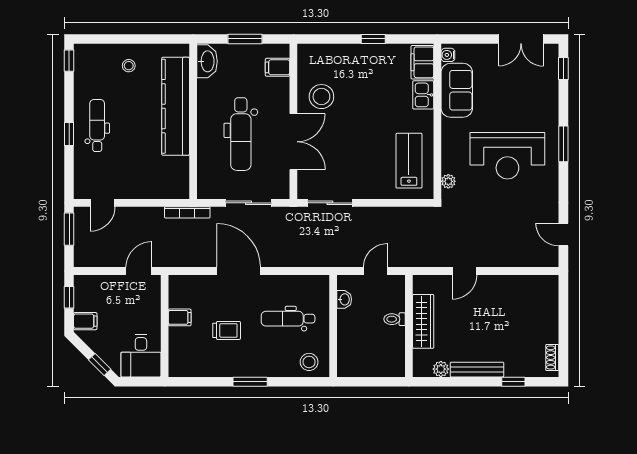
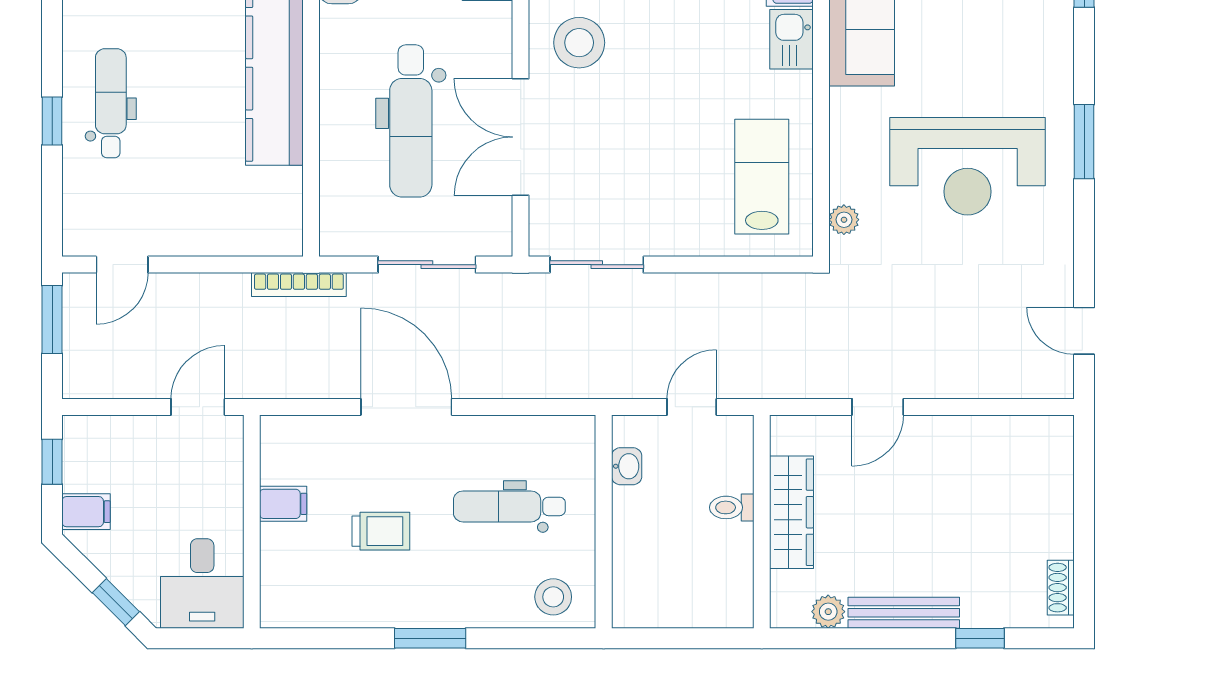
double door: (293, 142) -> (521, 137), swing flipped

